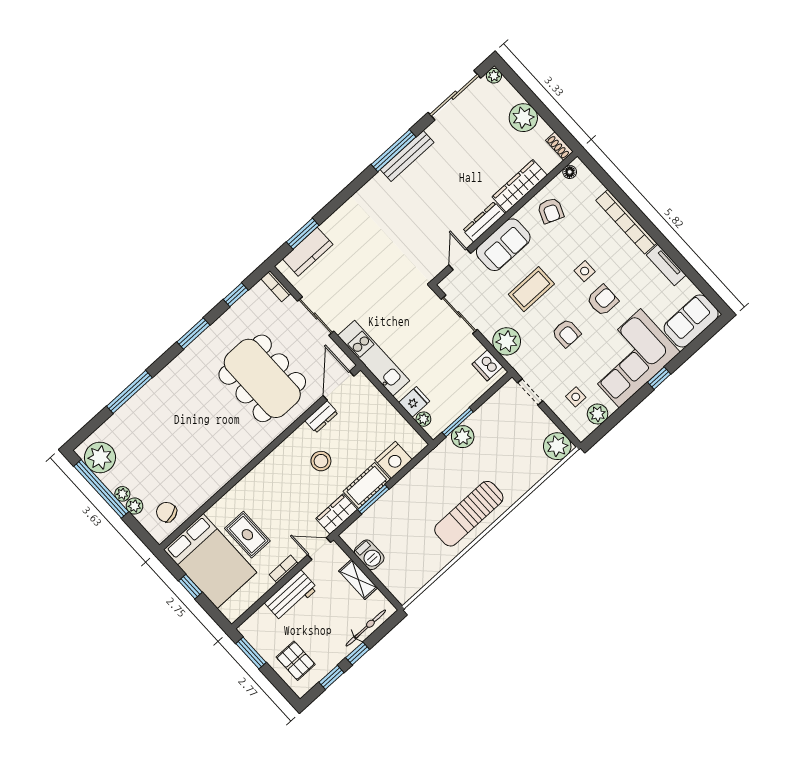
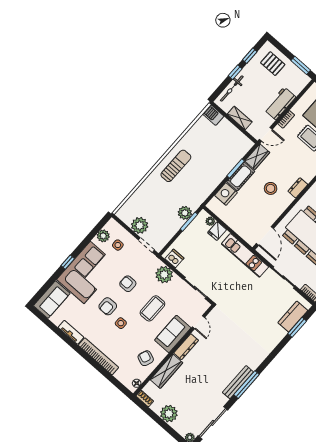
dresser: (321, 417) -> (298, 188), moved
plant: (557, 446) -> (140, 225), moved
sun lounger: (469, 514) -> (176, 166), width x0.73, depth x0.75
barbecue: (369, 555) -> (213, 115), moved

